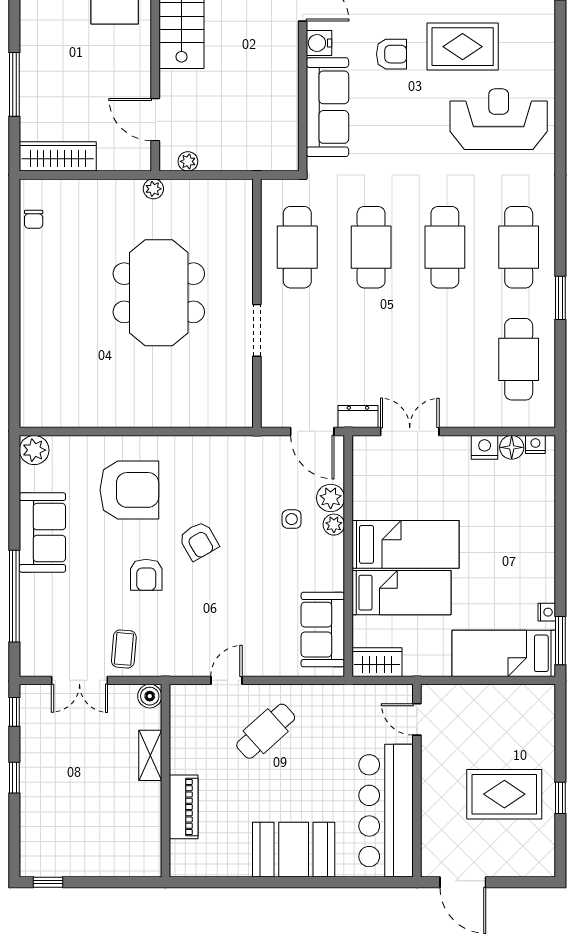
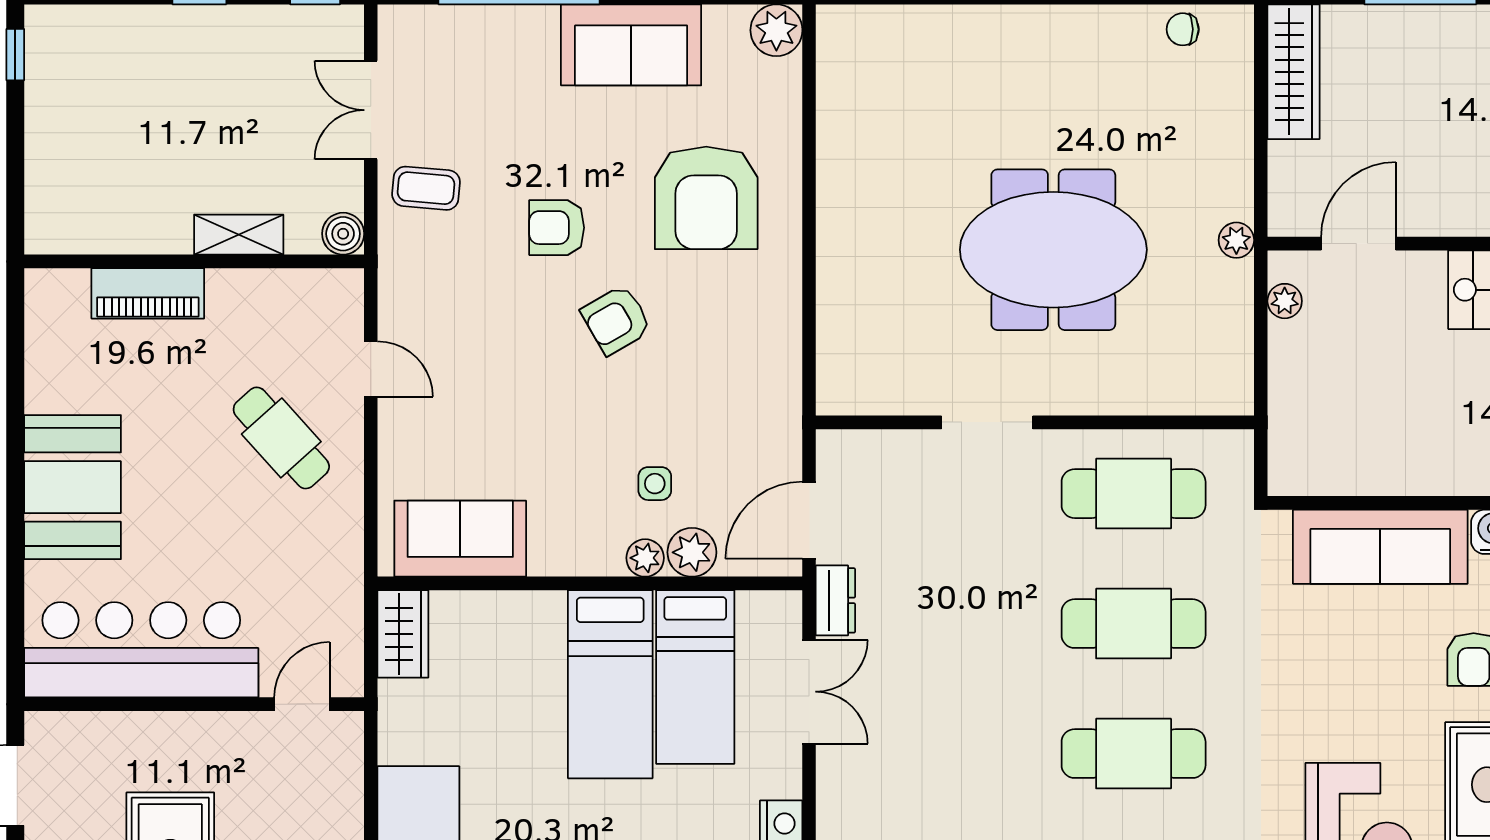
bed: (401, 593) -> (695, 677), moved

